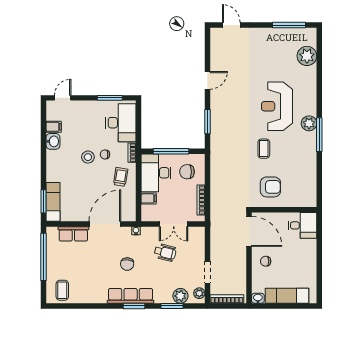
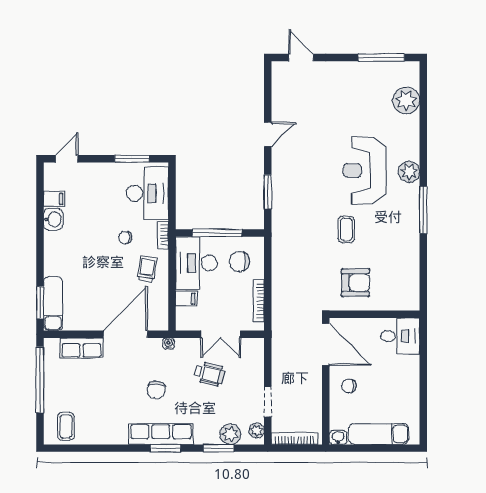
plant: (309, 123) -> (409, 172), moved
stool: (88, 157) -> (102, 241), removed

